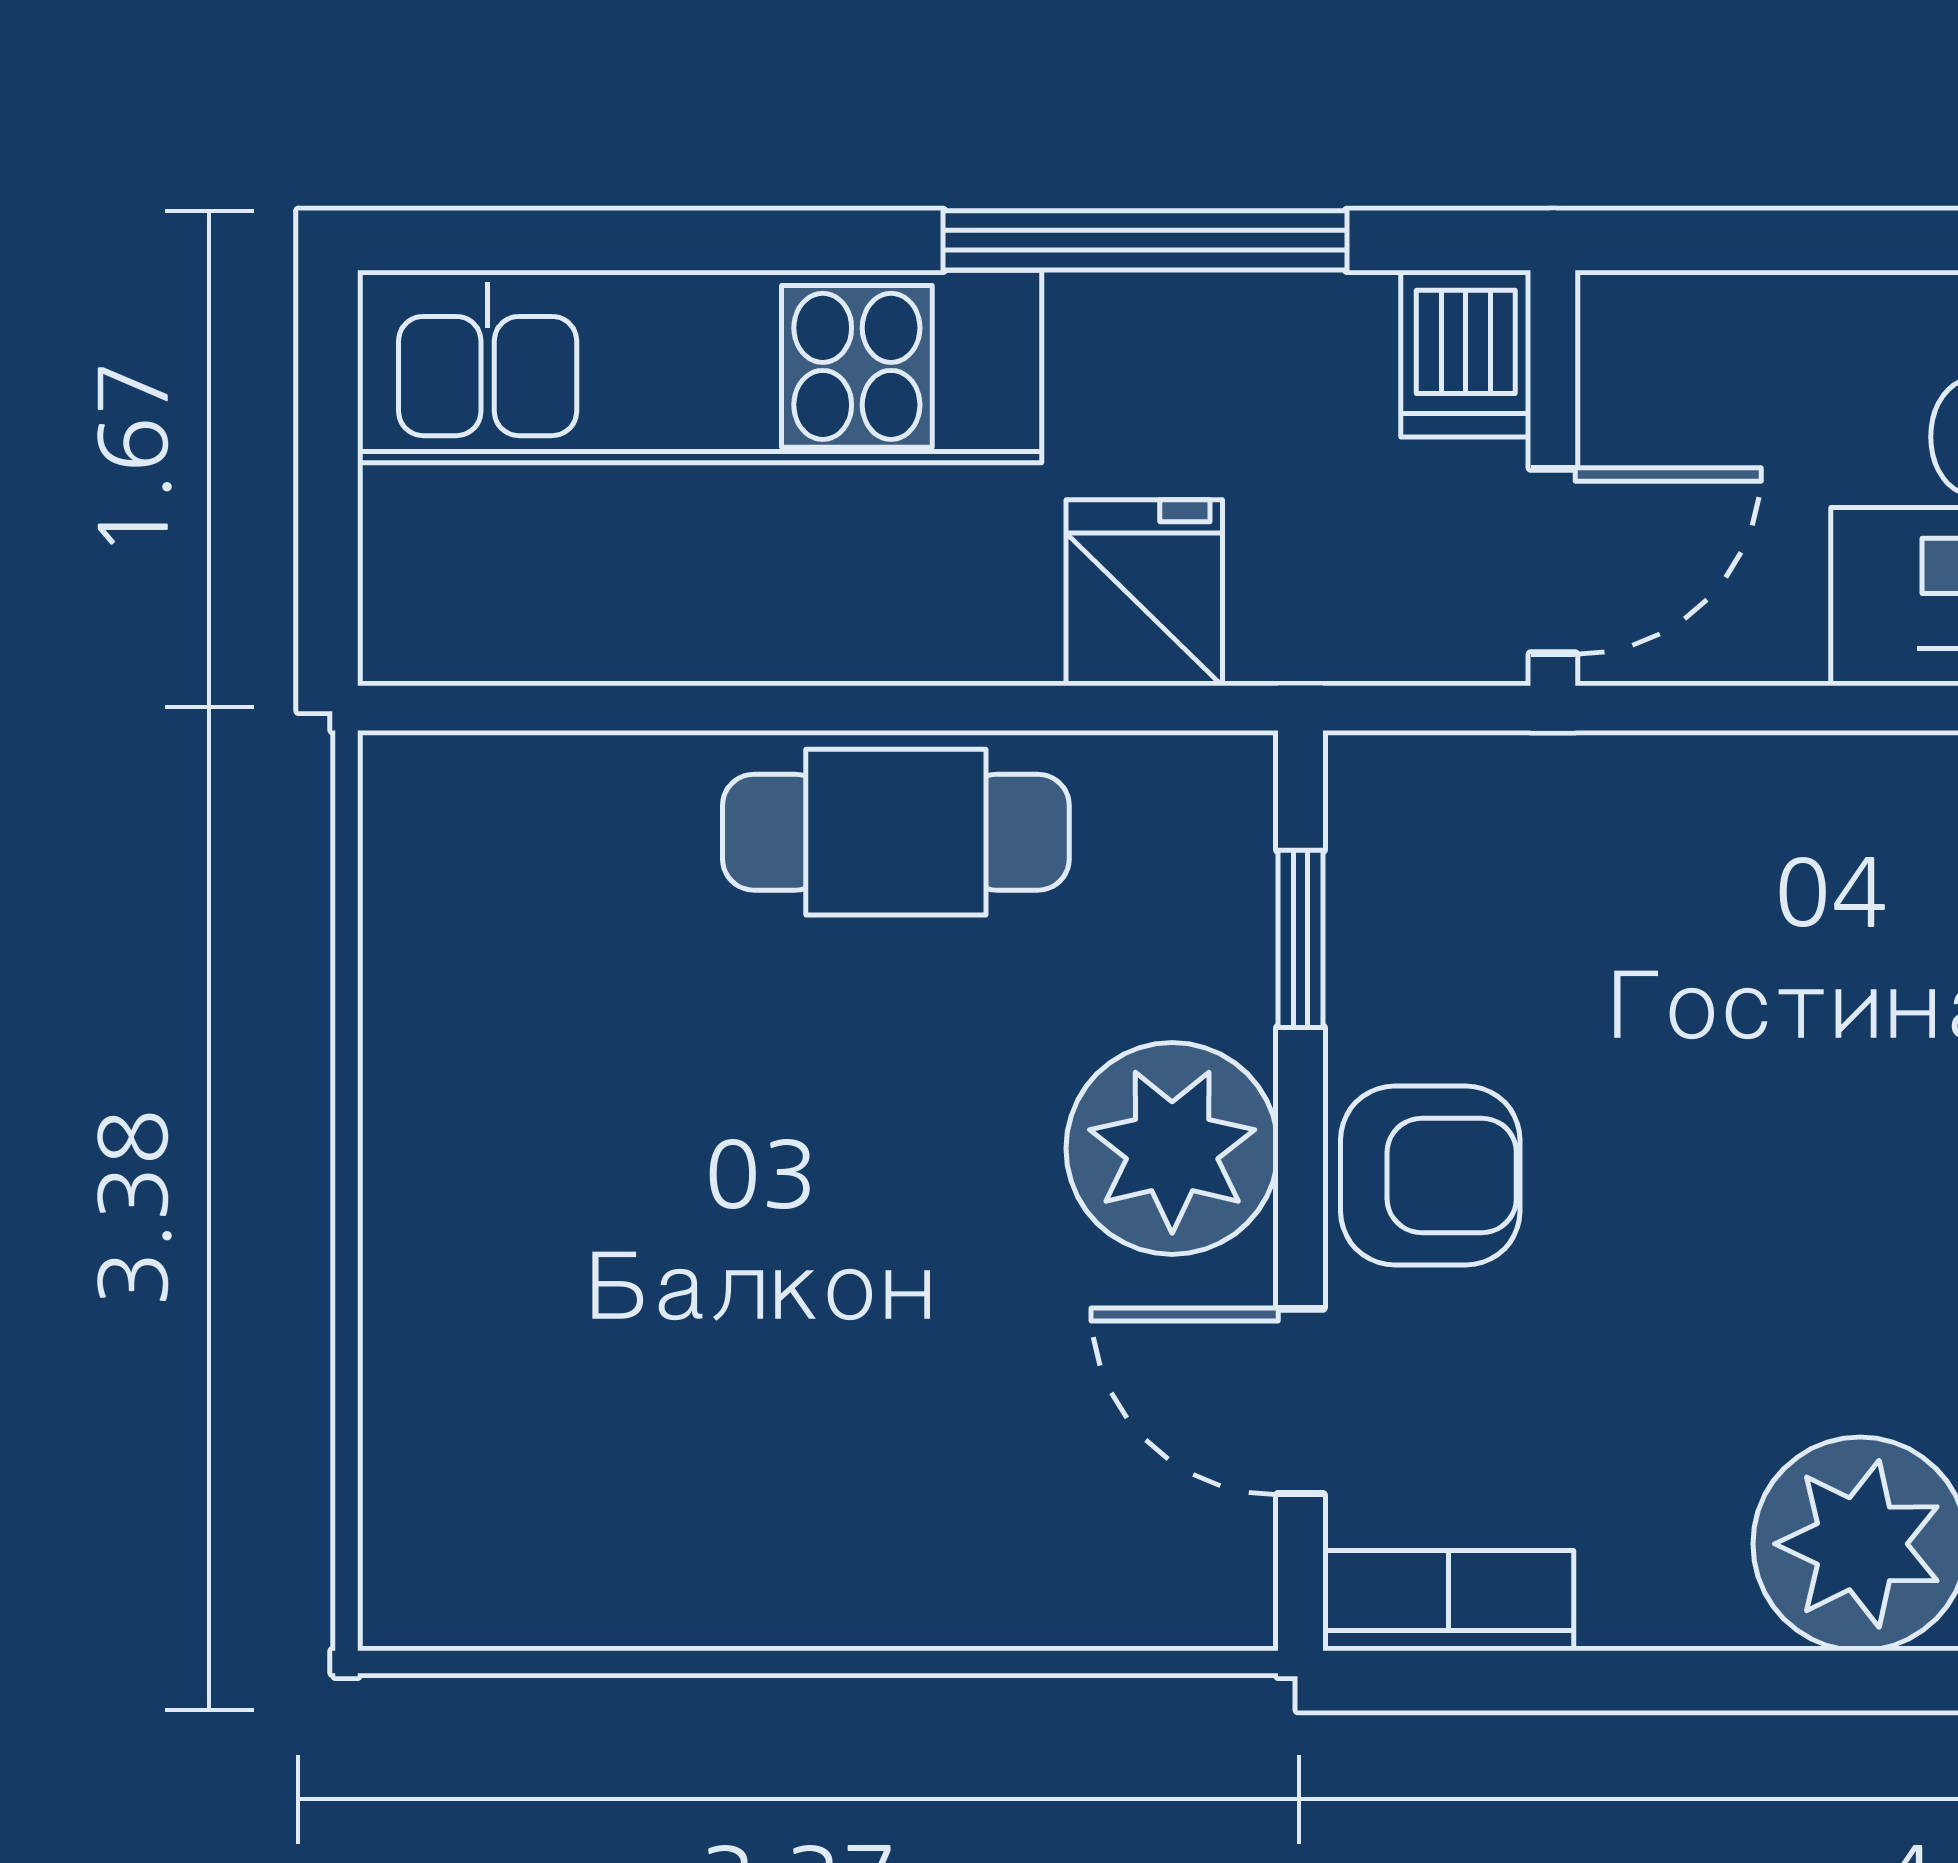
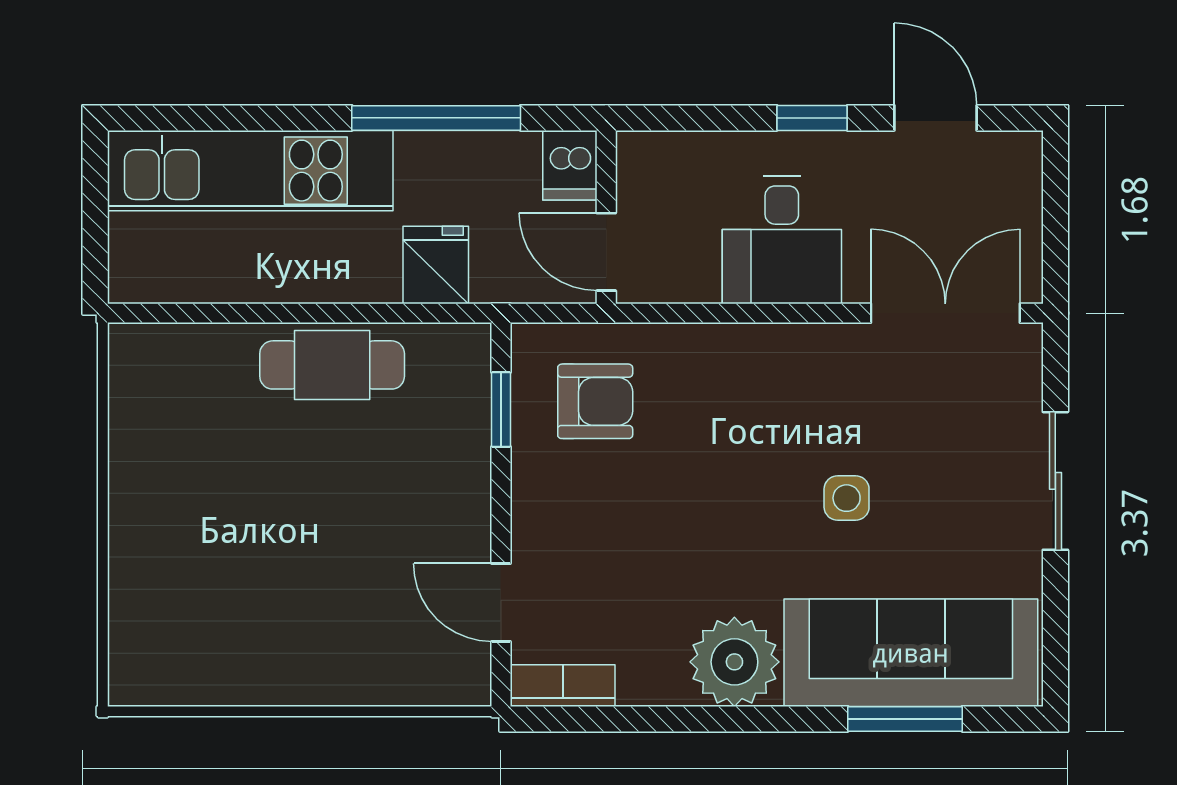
door: (1553, 561) -> (606, 252), swing flipped
plant: (1172, 1148) -> (447, 497), removed
armchair: (1430, 1175) -> (595, 401), moved

